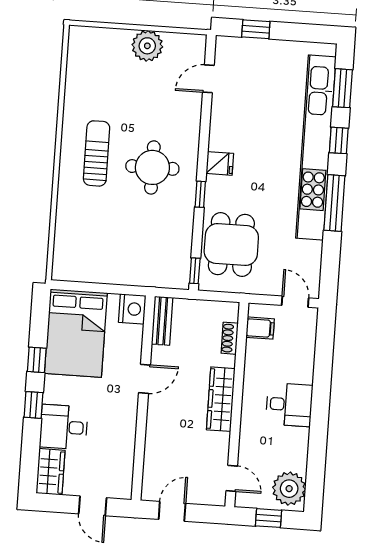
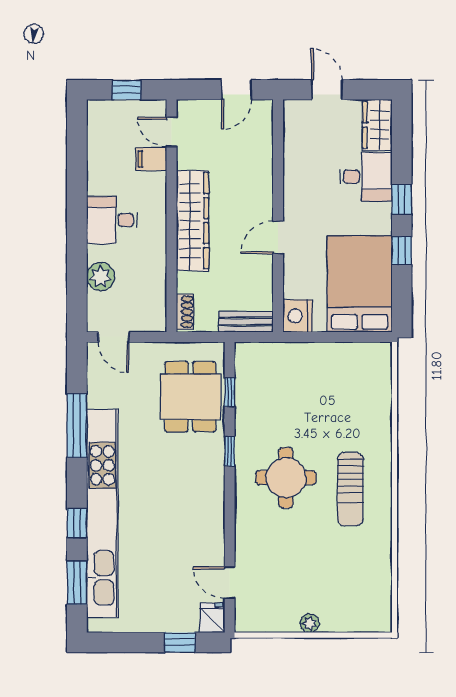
plant: (147, 46) -> (310, 623), width x0.53, depth x0.53
door: (208, 79) -> (230, 583), swing flipped
fridge: (220, 163) -> (212, 618), moved, turned 90
window: (334, 203) -> (77, 426), moved
window: (195, 271) -> (230, 392), moved
bench: (162, 321) -> (246, 322), moved, turned 90
filing cabinet: (260, 328) -> (151, 159), moved
shoe rack: (230, 338) -> (185, 312), moved
wardrobe: (221, 399) -> (193, 221), width x1.40, depth x1.17
plant: (289, 489) -> (101, 277), moved, width x0.73, depth x0.73

